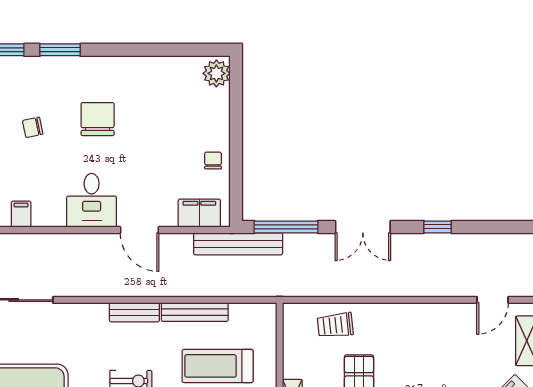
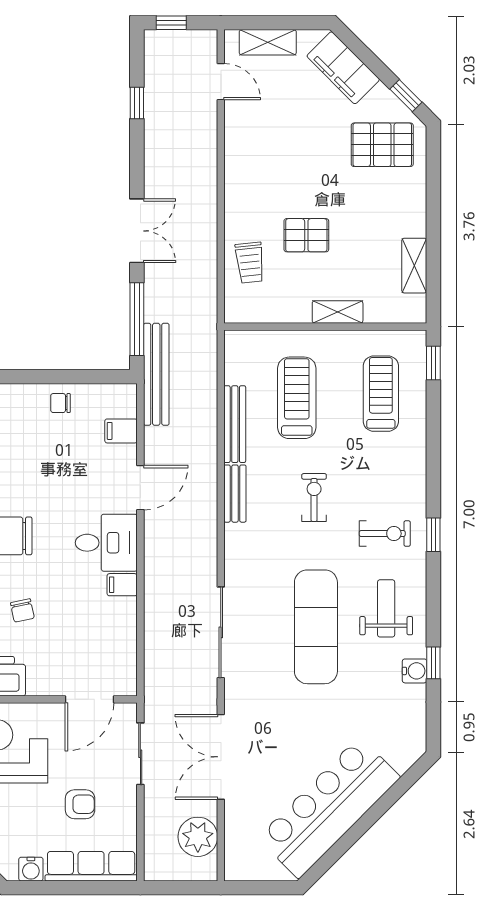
filing cabinet: (199, 213) -> (121, 431), width x0.50
filing cabinet: (21, 214) -> (122, 585), moved
window: (438, 227) -> (137, 103), moved
treadmill: (218, 366) -> (297, 398), turned 180

